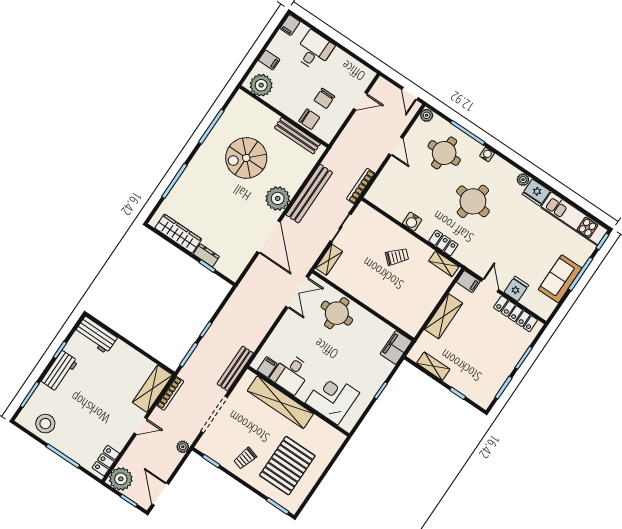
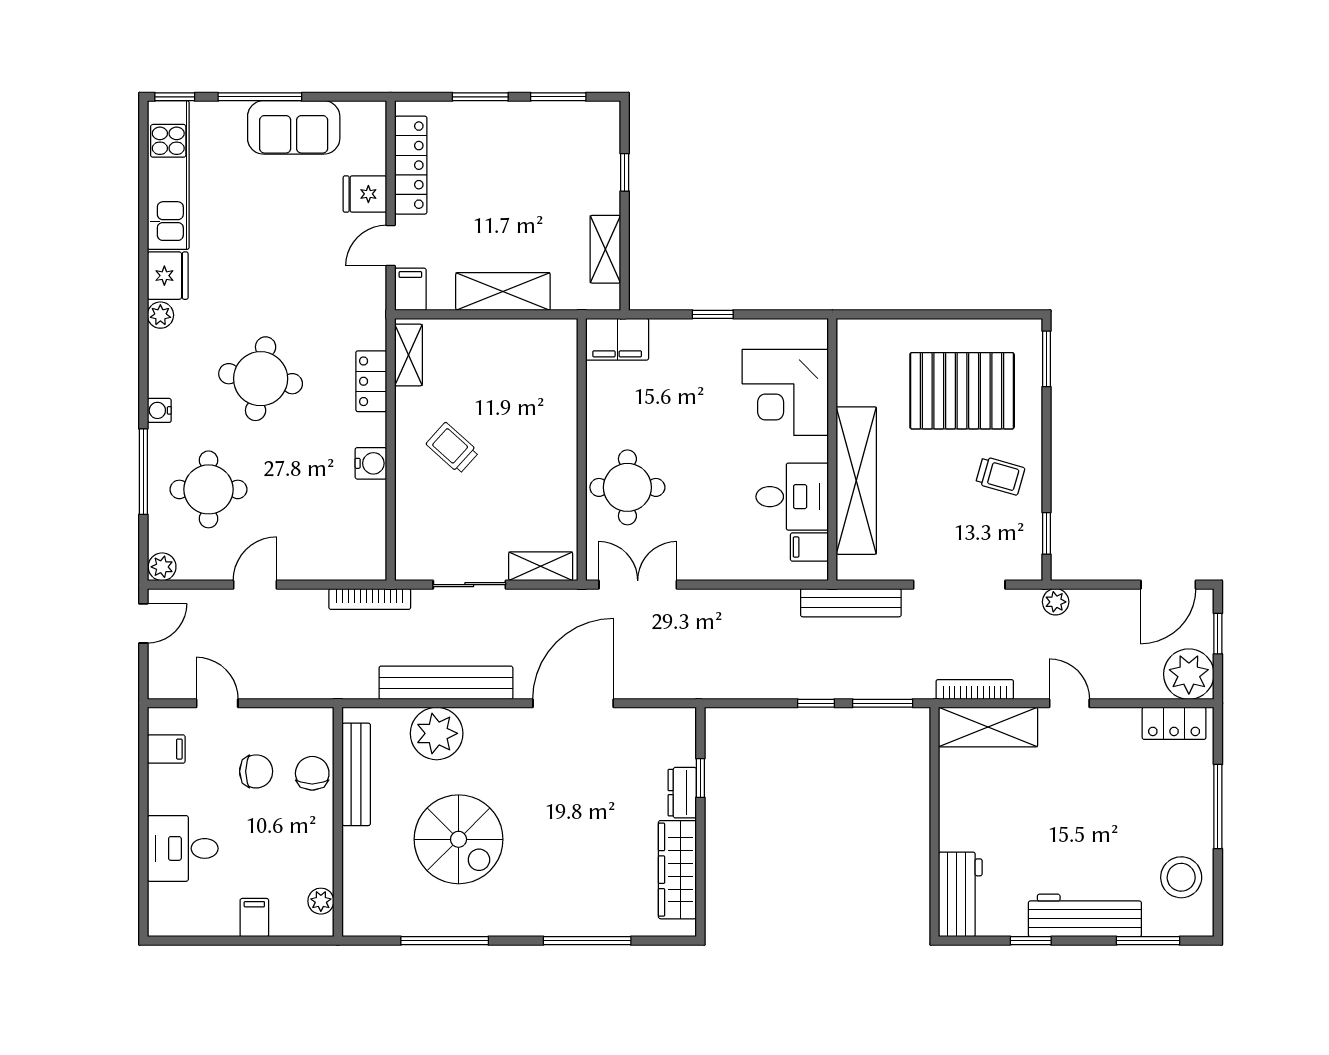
filing cabinet: (290, 25) -> (166, 749), moved
plant: (261, 85) -> (321, 901), width x0.53, depth x0.53
plant: (278, 198) -> (437, 733), moved
workbench: (60, 371) -> (1085, 915), width x1.38

